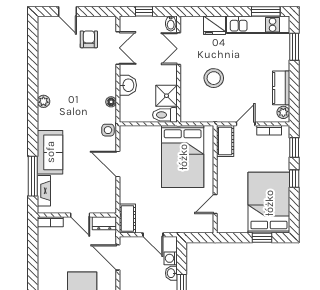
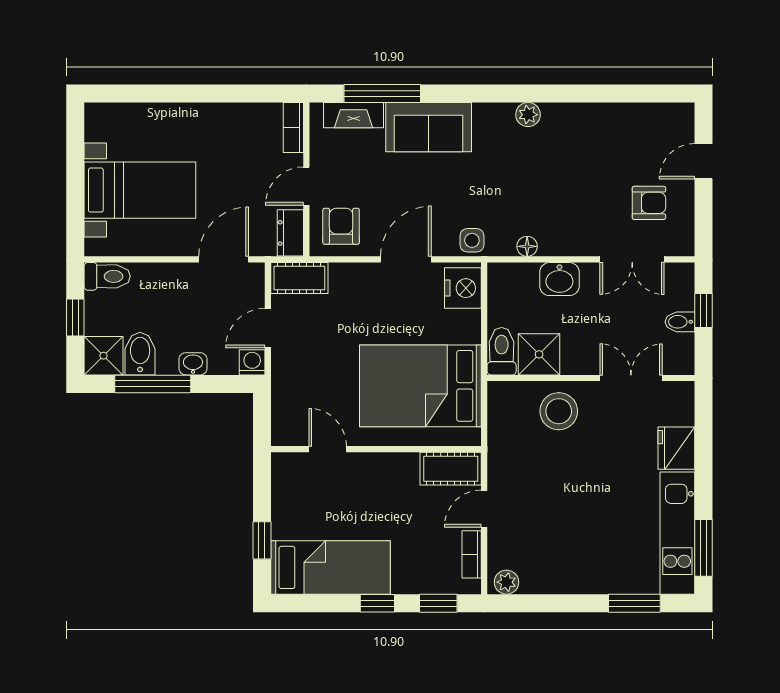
bidet: (171, 23) -> (680, 322), moved
stool: (214, 78) -> (559, 411), moved
kitchen counter: (281, 88) -> (554, 578), removed
door: (246, 124) -> (484, 509), swing flipped
nightstand: (133, 135) -> (463, 288), added
armchair: (101, 197) -> (341, 226), added
bed: (269, 203) -> (330, 567), width x0.67
washing machine: (171, 258) -> (252, 362), moved

